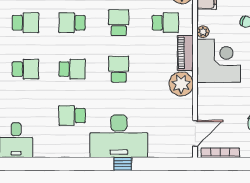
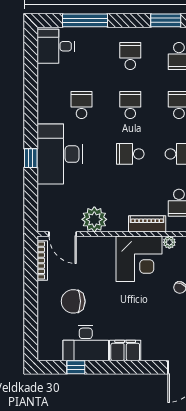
school desk: (25, 69) -> (130, 56), turned 180
school desk: (72, 69) -> (130, 105), turned 180
school desk: (119, 69) -> (130, 154), turned 180
plant: (181, 84) -> (94, 219), moved

